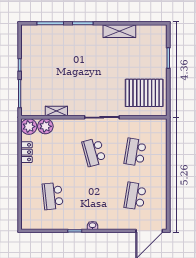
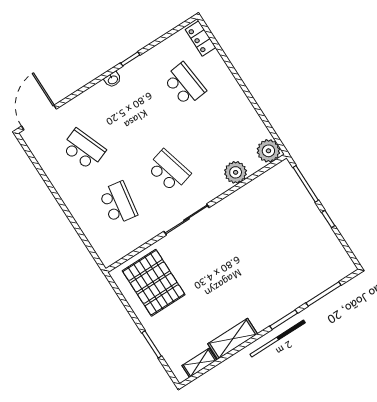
pallet: (144, 93) -> (154, 283), turned 90
shelving: (56, 111) -> (199, 363), moved
plant: (45, 126) -> (236, 172), moved
locker: (26, 152) -> (200, 38), moved
school desk: (135, 196) -> (84, 149), turned -30

